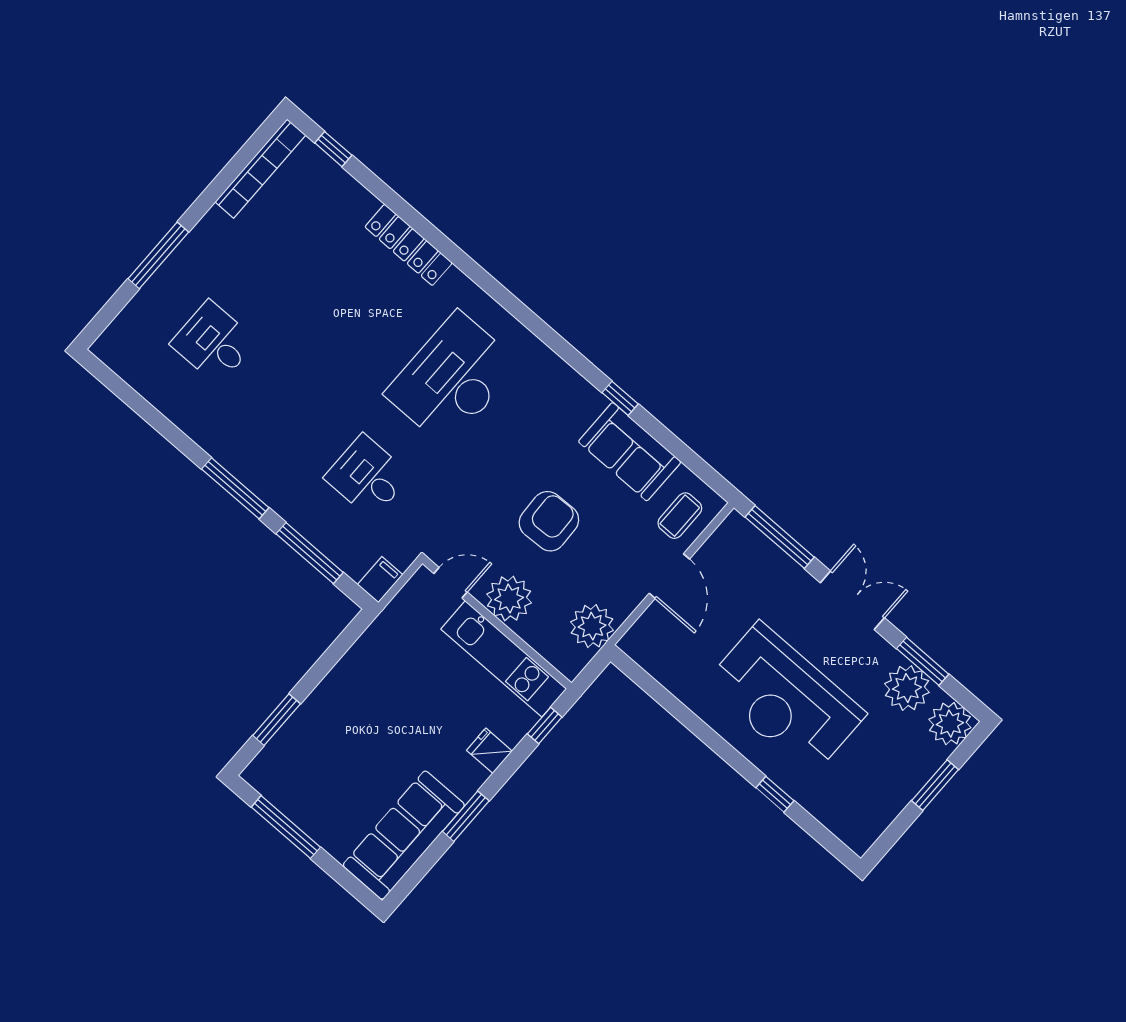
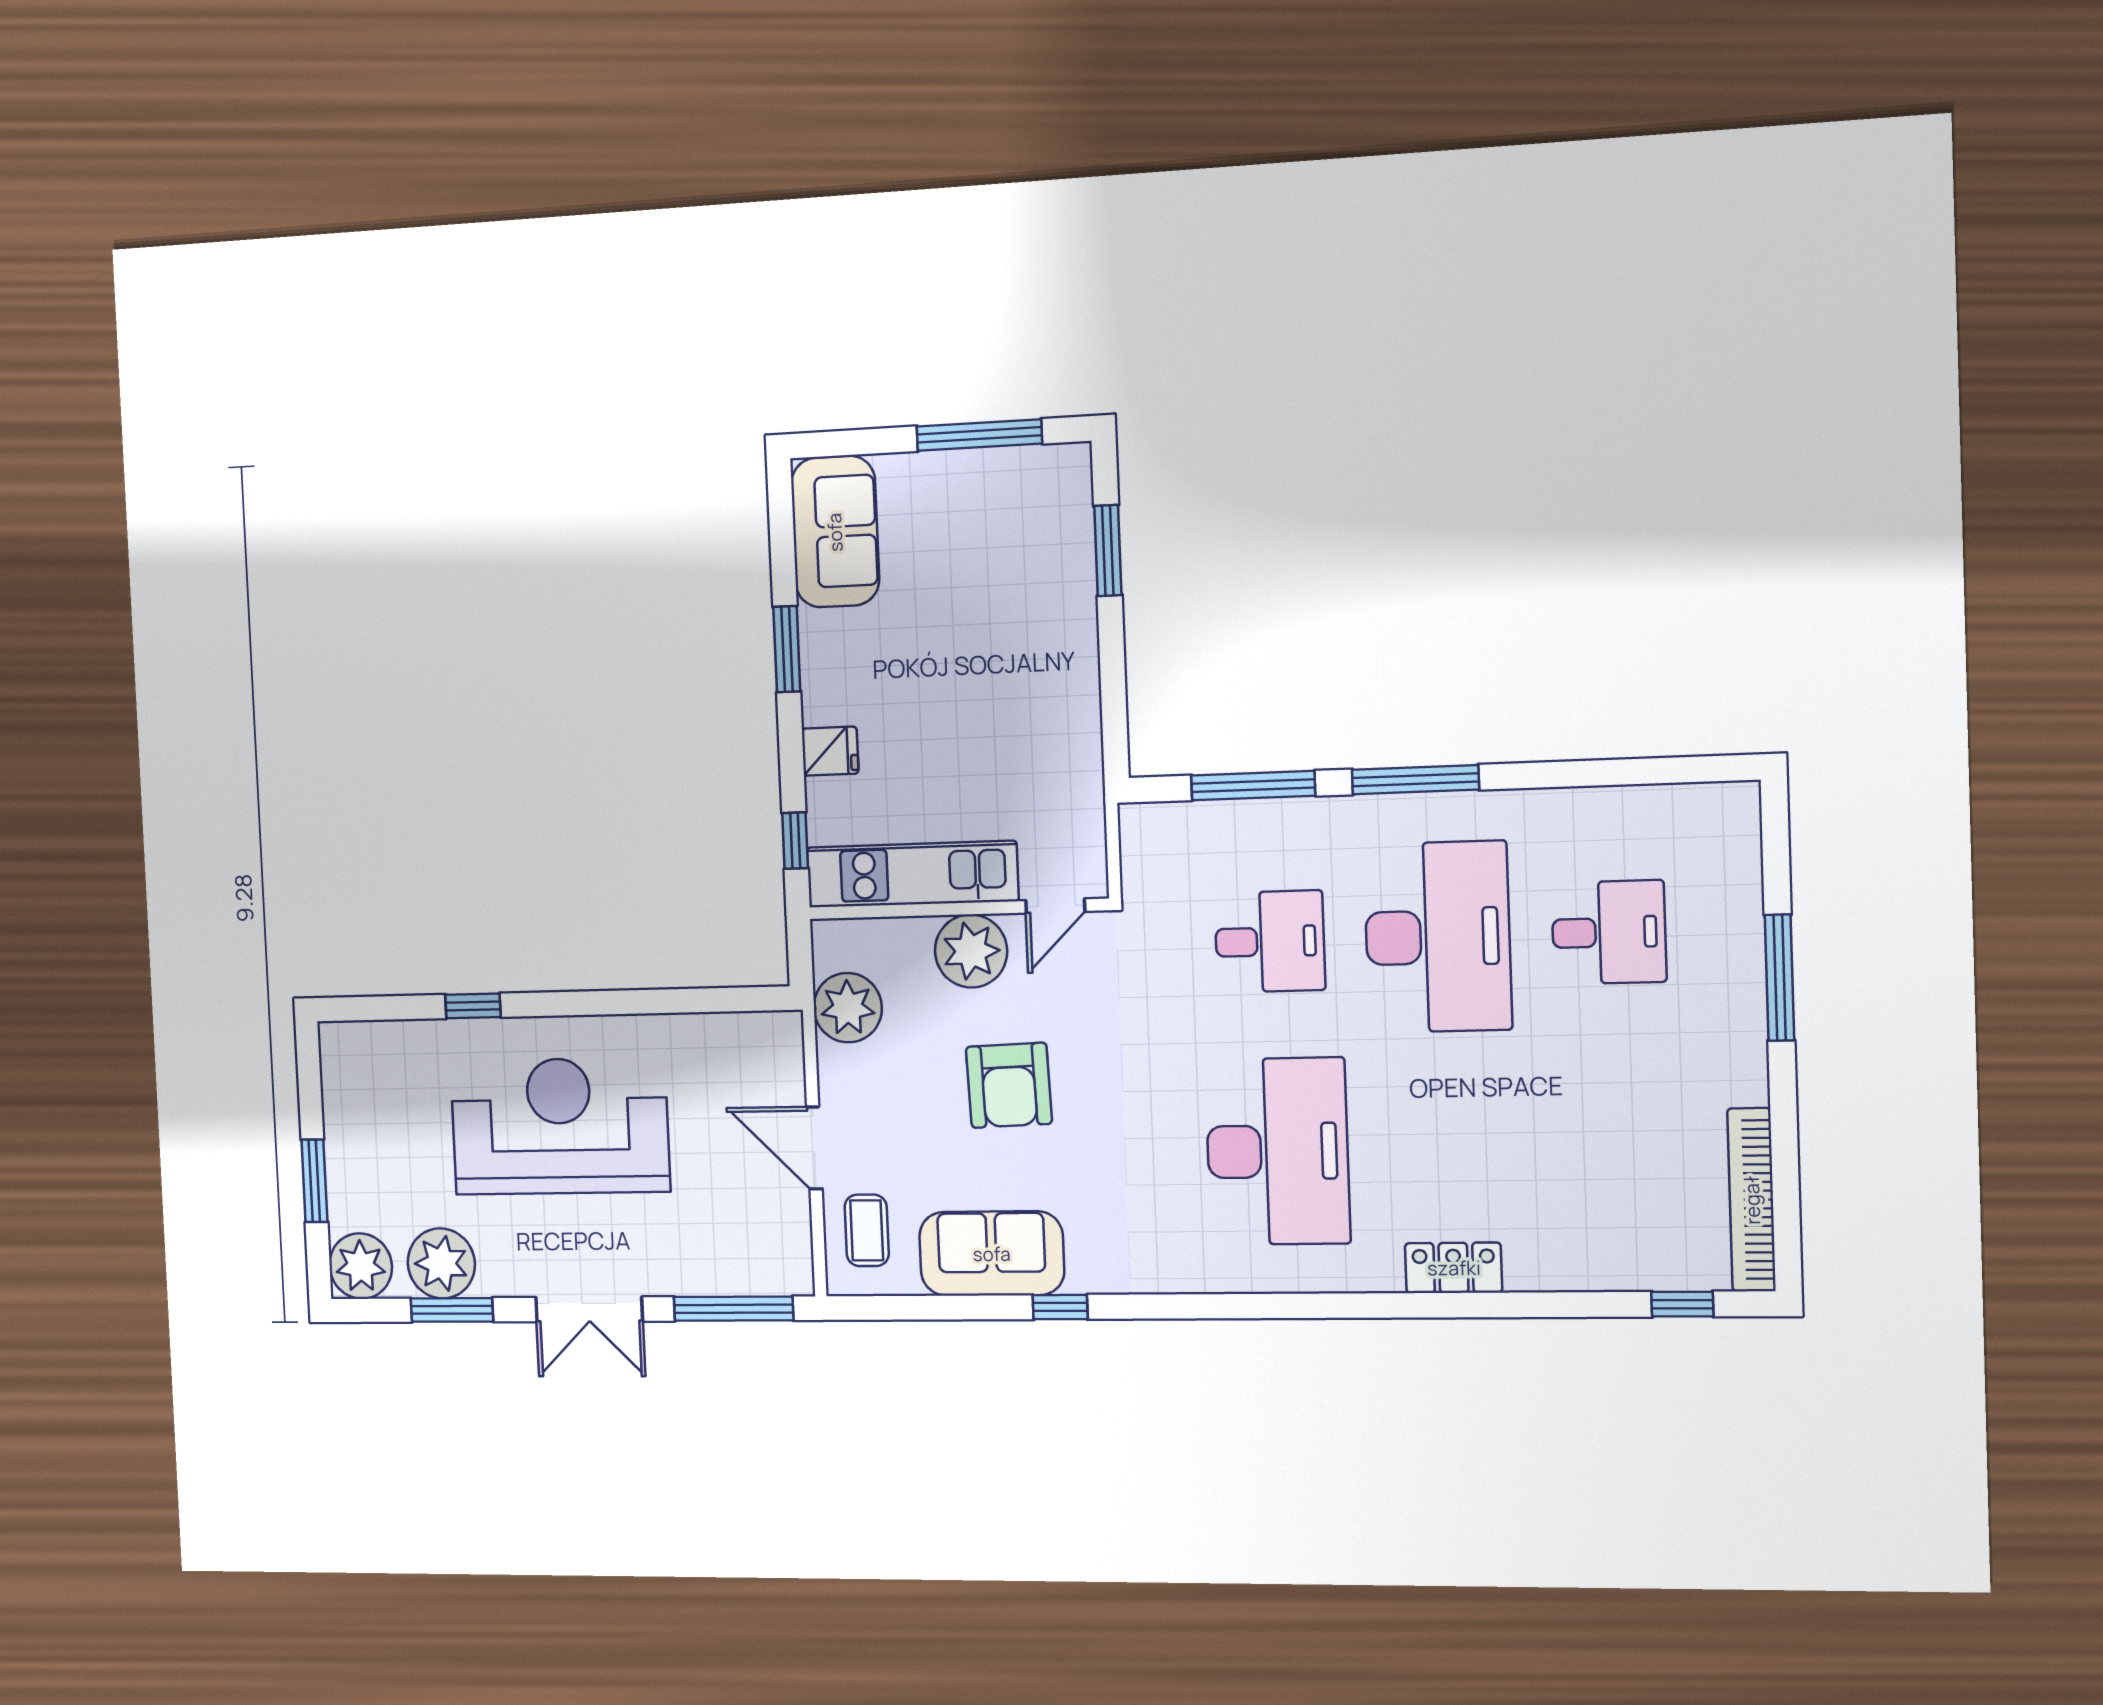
locker: (409, 245) -> (1454, 1268), width x0.66
desk: (290, 410) -> (1438, 937), added
filing cabinet: (380, 580) -> (1141, 832), removed
sofa: (404, 835) -> (835, 532), width x0.73

